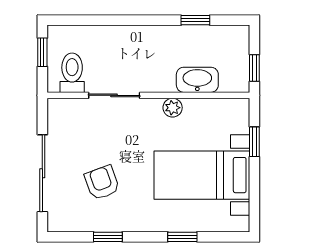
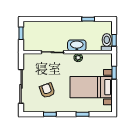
toilet: (72, 73) -> (107, 42), moved
washbasin: (197, 80) -> (77, 45), moved

